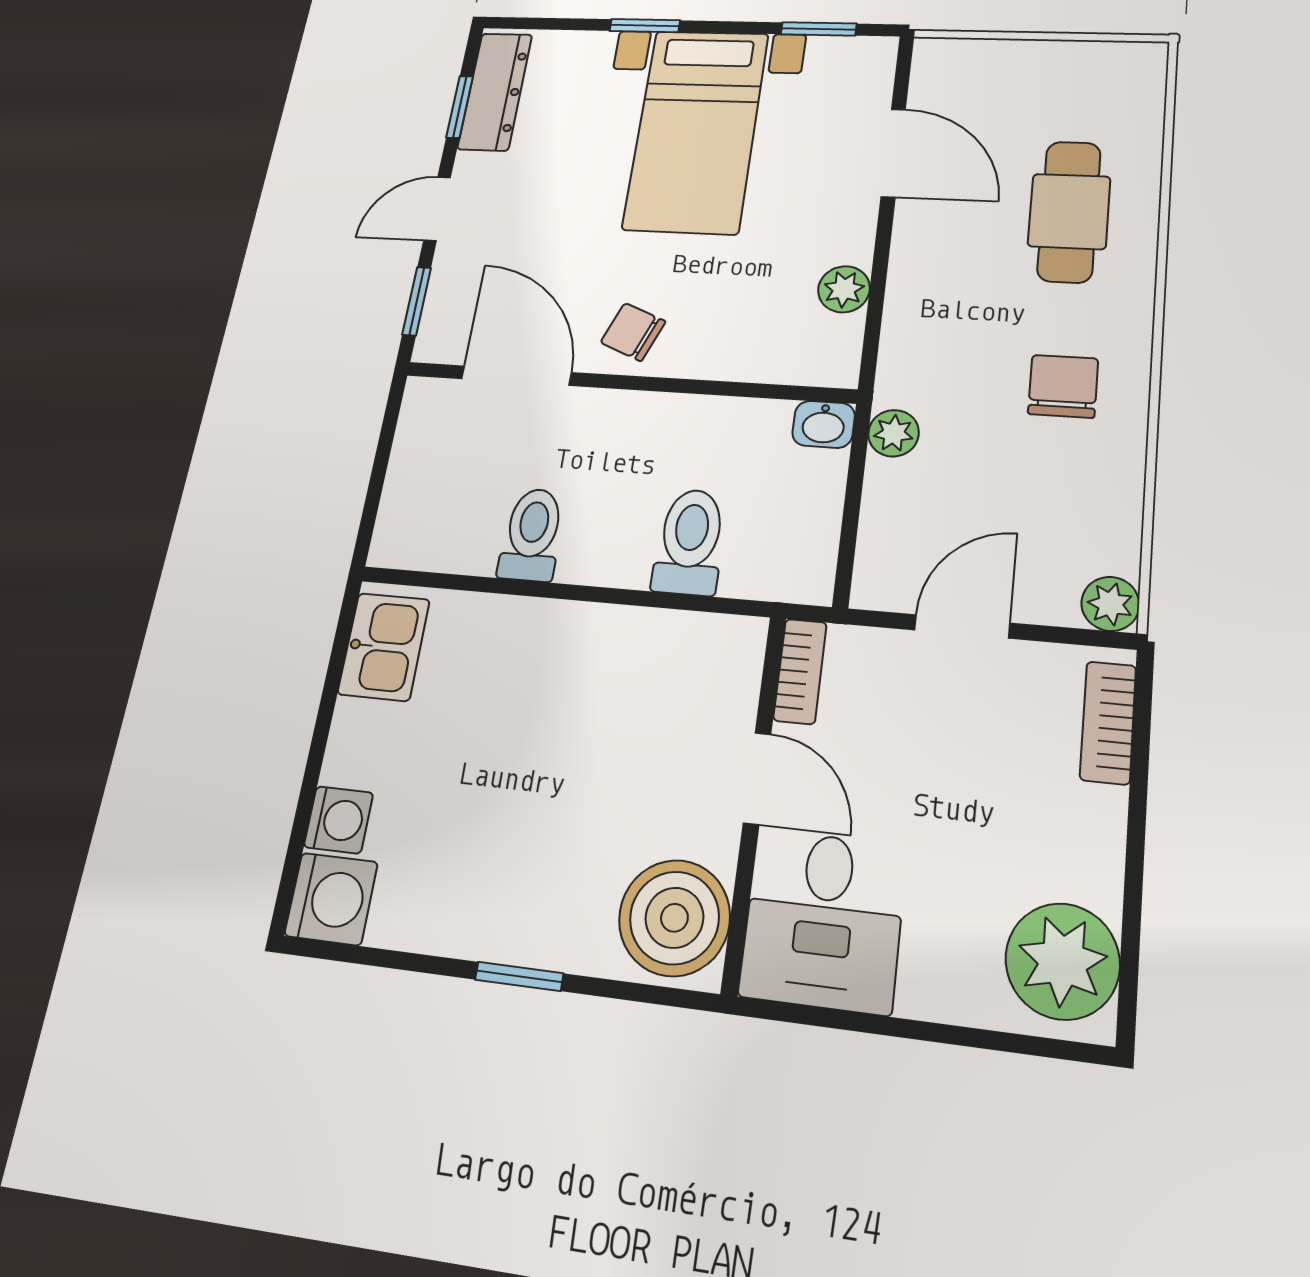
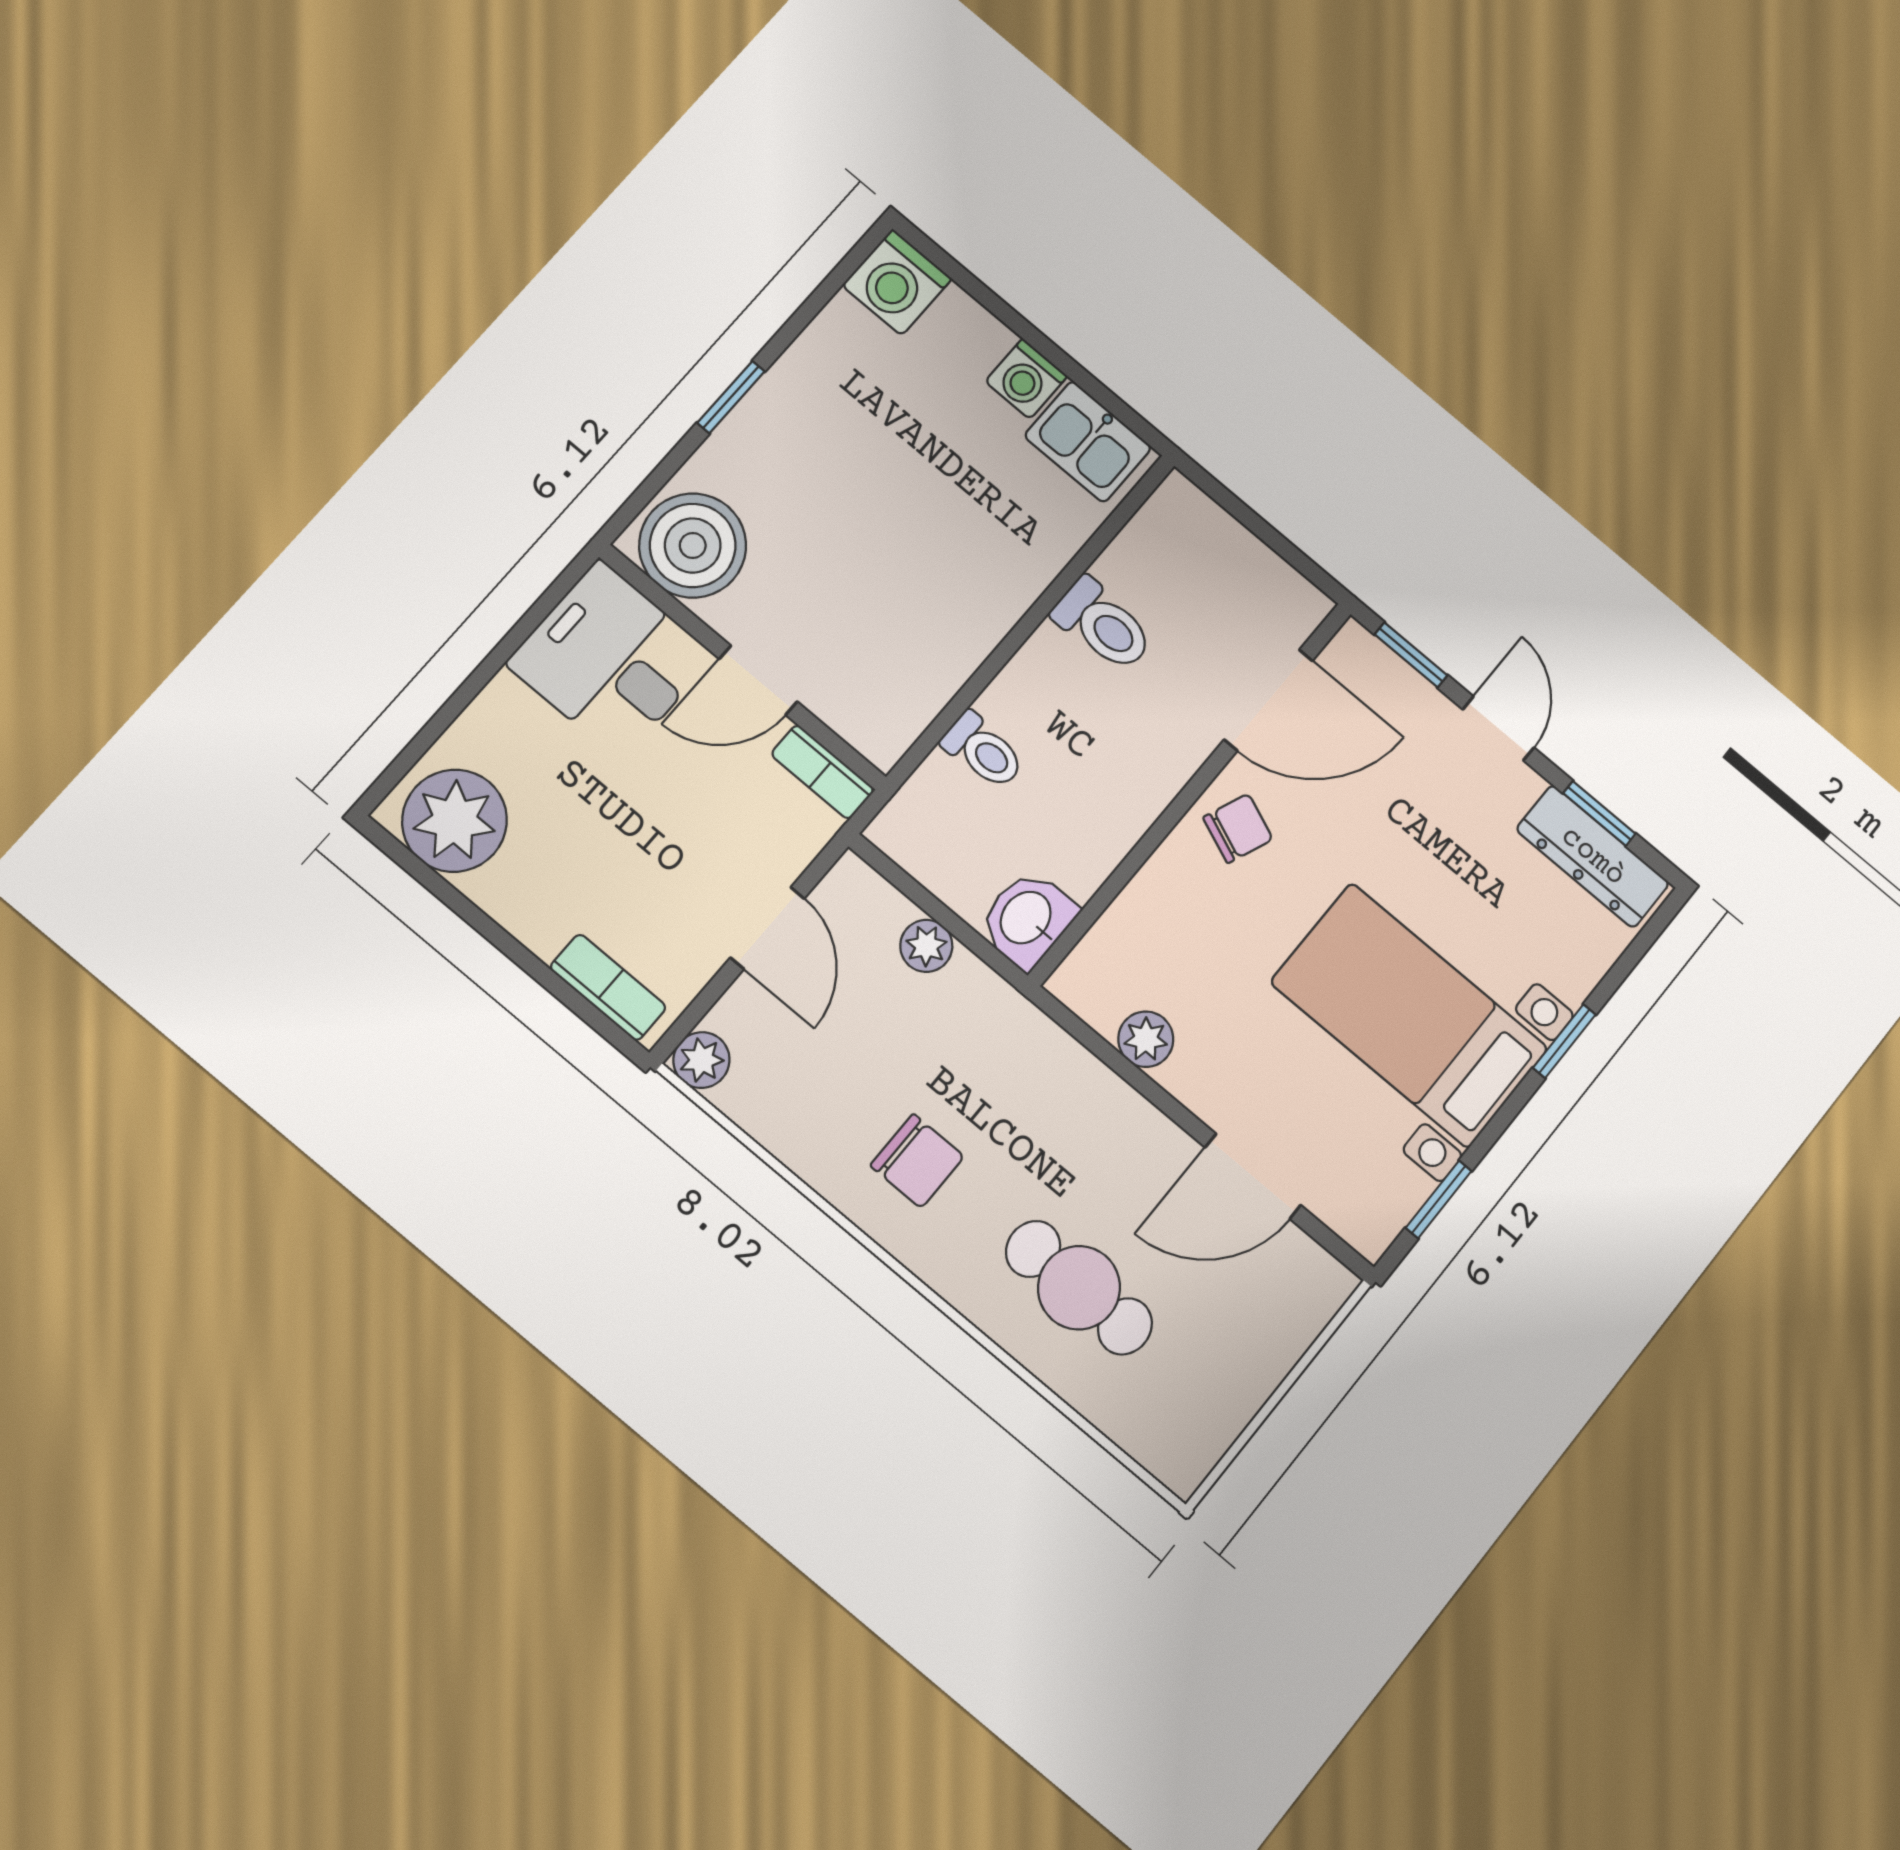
washbasin: (824, 424) -> (1027, 919), width x1.38, depth x1.45
plant: (894, 433) -> (926, 946), moved
toilet: (690, 542) -> (983, 751), width x0.73, depth x0.72
washing machine: (339, 820) -> (1026, 379), moved

